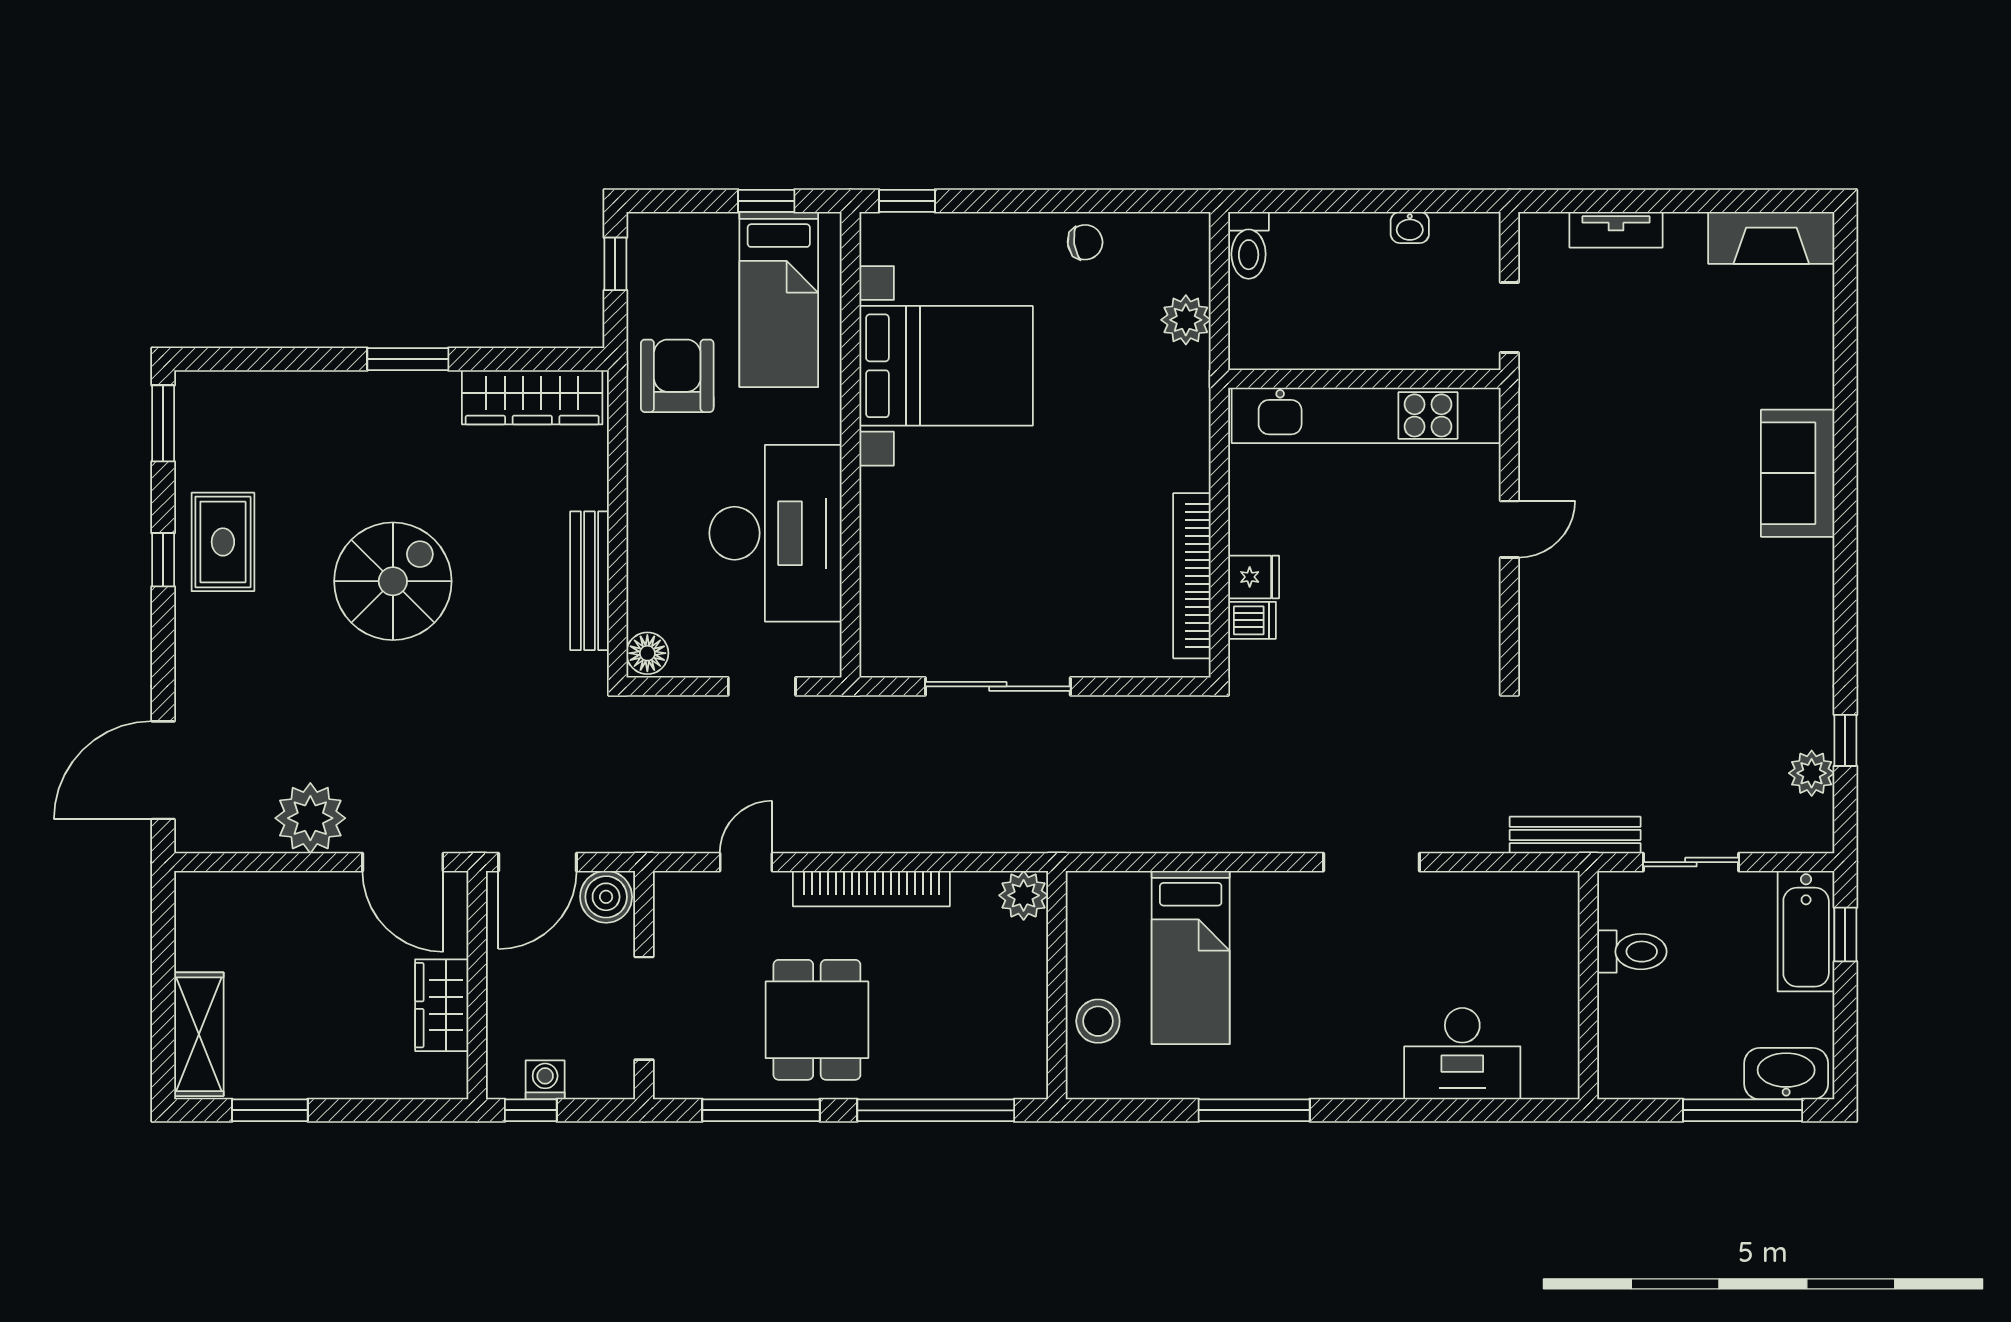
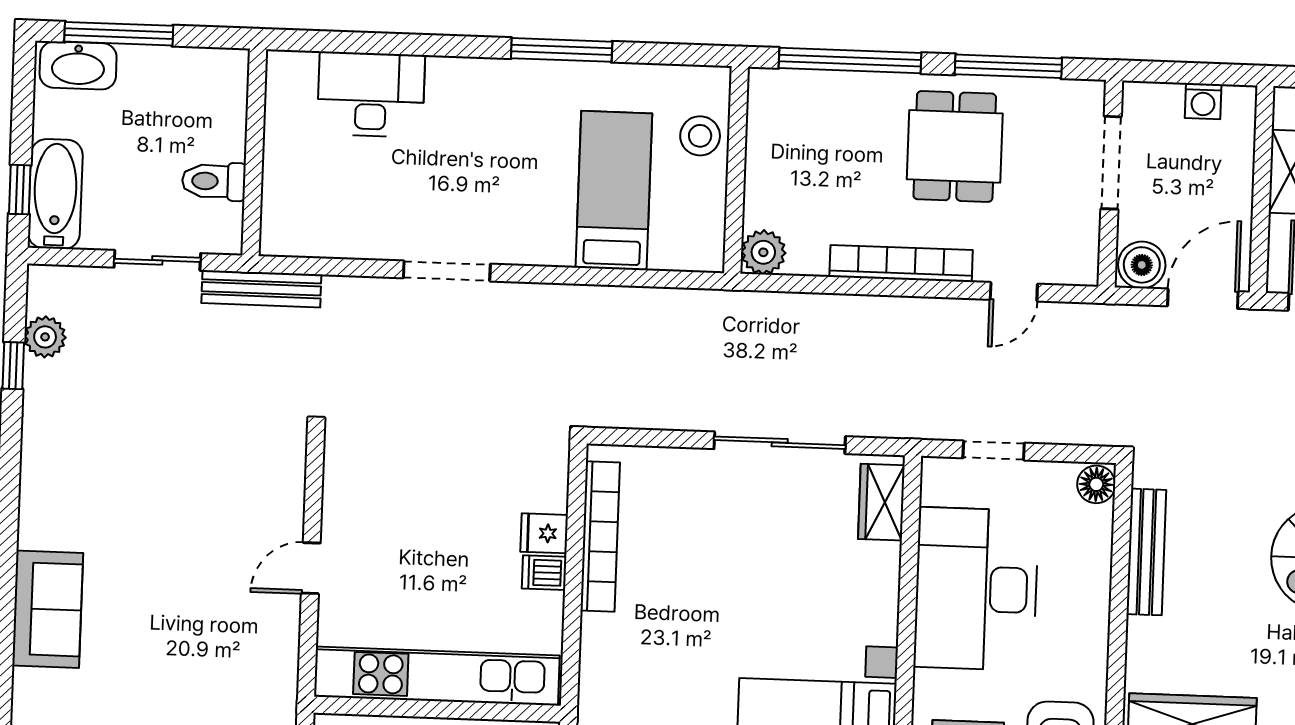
dishwasher: (1252, 620) -> (544, 573), moved
wardrobe: (883, 625) -> (881, 502), added
window: (531, 1110) -> (1217, 74), removed

